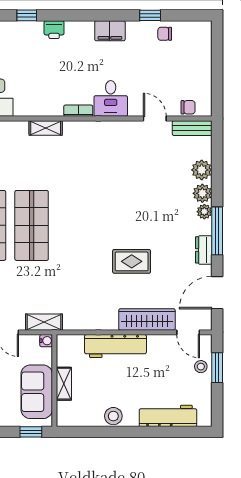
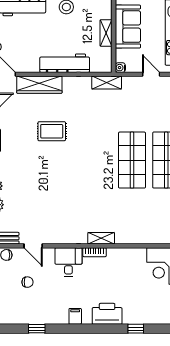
printer: (54, 30) -> (107, 314), width x1.87, depth x1.48
filing cabinet: (110, 31) -> (75, 316), width x0.50
chair: (165, 34) -> (27, 282), moved
shelving: (46, 128) -> (101, 238), moved
shelving: (44, 322) -> (107, 83), moved

